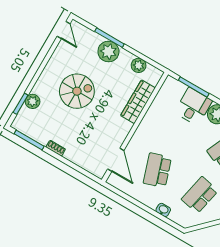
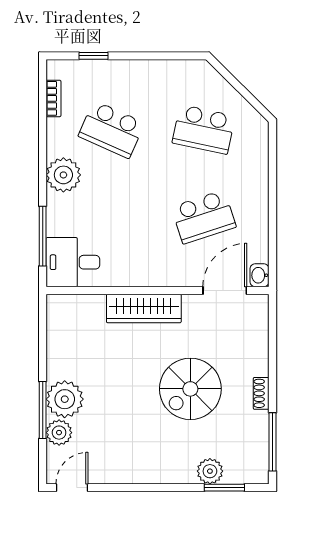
plant: (139, 65) -> (59, 433), moved
spiral stairs: (77, 91) -> (190, 389), moved, turned -90
wardrobe: (138, 102) -> (144, 308), moved
desk: (193, 106) -> (73, 262), moved
washbasin: (163, 210) -> (260, 275), moved

